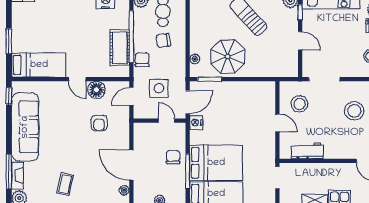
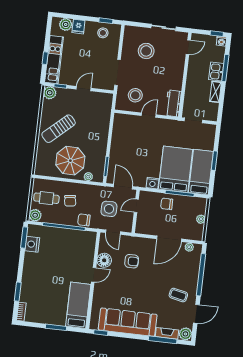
cot: (120, 48) -> (72, 237), removed
parasol: (228, 57) -> (70, 161), moved
nightstand: (196, 123) -> (152, 183), moved
workbench: (307, 151) -> (173, 103), moved

